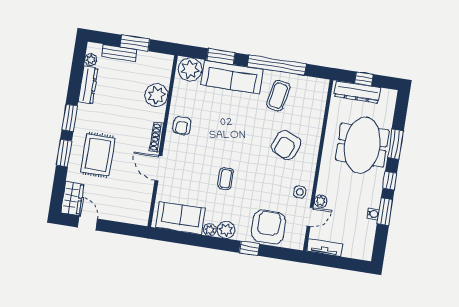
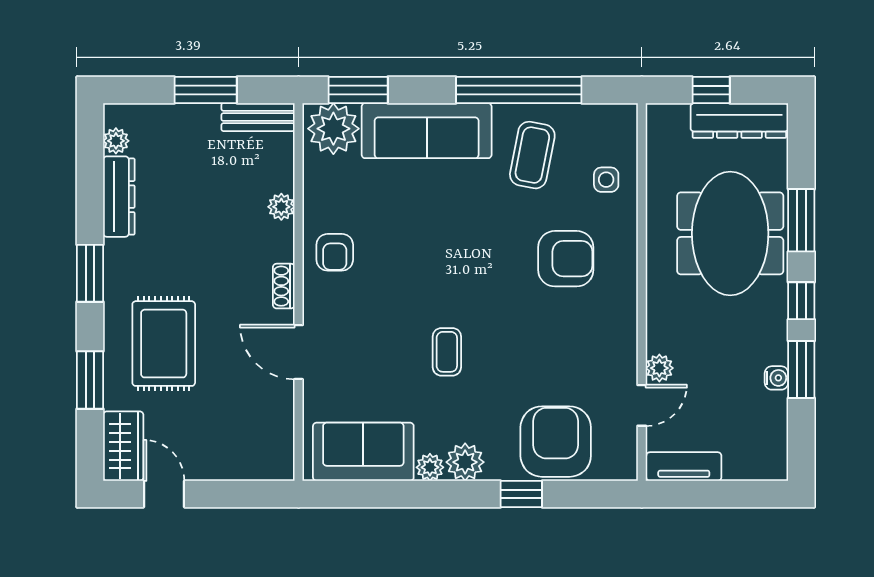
bench: (119, 53) -> (258, 117), moved
window: (221, 56) -> (358, 90), moved
dresser: (357, 92) -> (739, 120), moved
plant: (156, 95) -> (281, 207), width x0.53, depth x0.53
shoe rack: (156, 137) -> (284, 286), width x0.70
armchair: (286, 145) -> (566, 259), turned -112
window: (64, 153) -> (90, 380), moved
side table: (300, 192) -> (606, 180), moved

